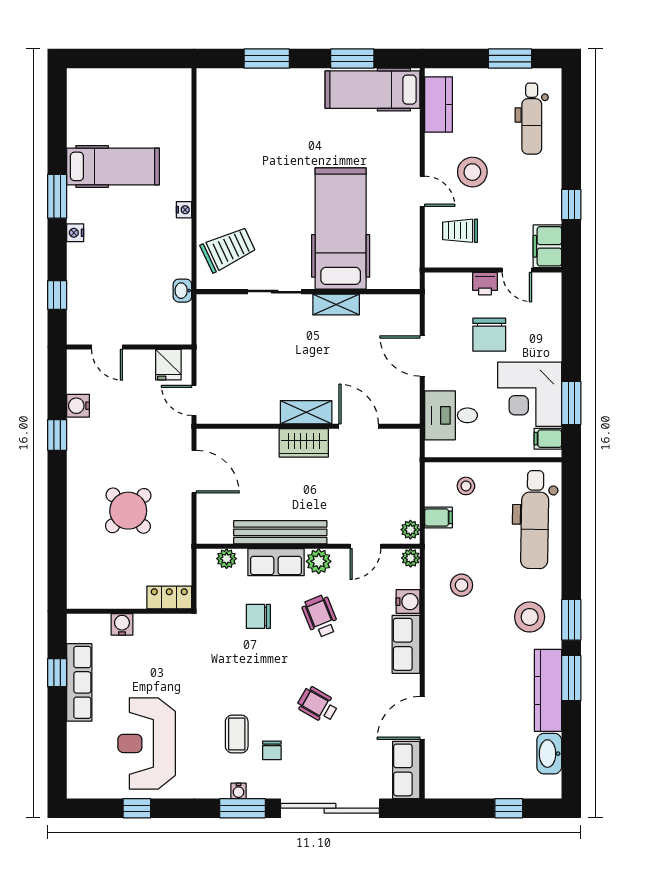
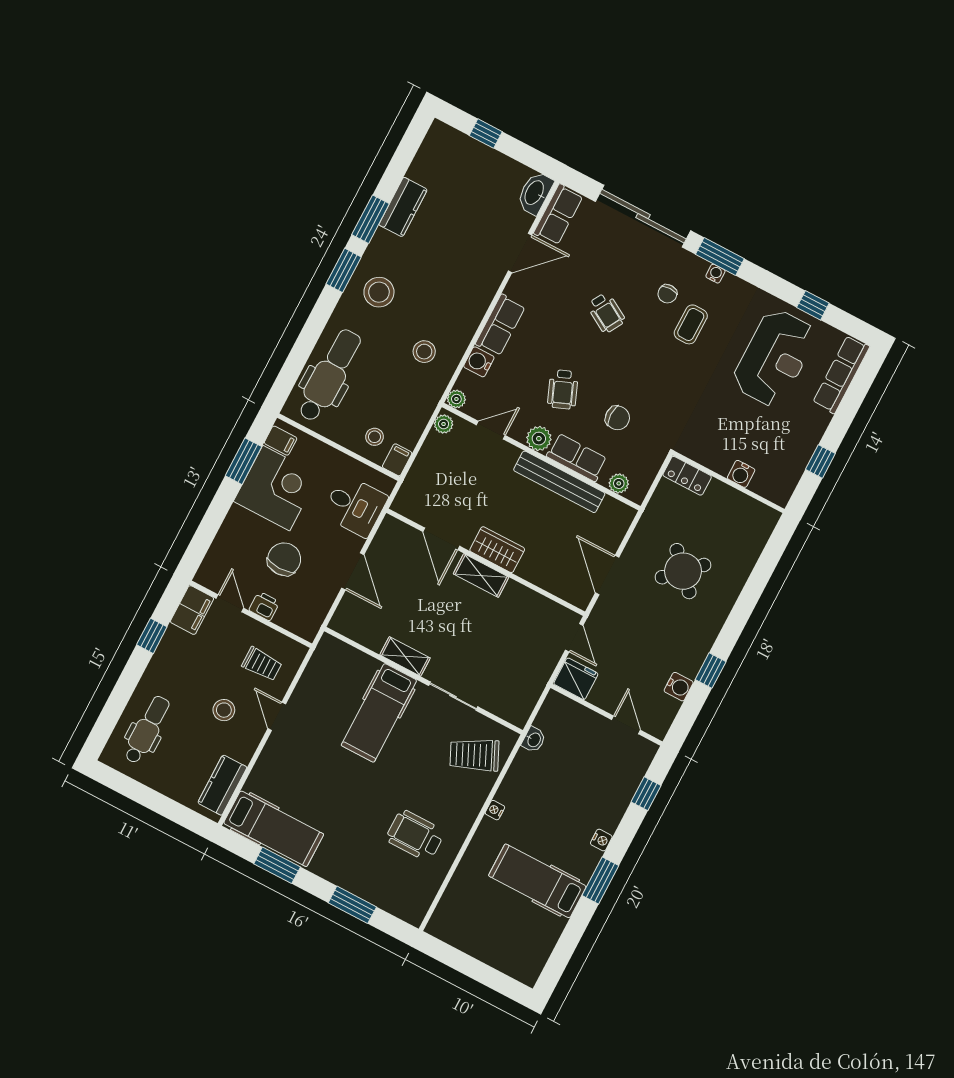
window: (510, 59) -> (138, 792), removed
wheelchair: (243, 150) -> (415, 835), added
stool: (472, 172) -> (224, 710), width x0.73, depth x0.73
hospital bed: (341, 229) -> (379, 713), width x0.73, depth x0.78
fridge: (168, 365) -> (576, 679), width x1.38
filing cabinet: (438, 517) -> (397, 460), moved, turned 90
row of seats: (79, 682) -> (841, 375), moved
kitchen counter: (548, 690) -> (403, 207), width x0.67
chair: (272, 750) -> (667, 294), turned 180
washbasin: (549, 754) -> (535, 193), moved, turned 180

